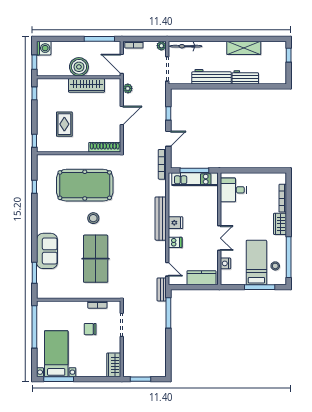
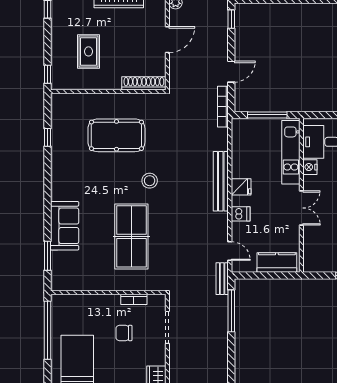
window: (168, 113) -> (231, 19), moved
kitchen unit: (195, 179) -> (291, 152), moved, turned 90
pool table: (85, 185) -> (116, 135), width x0.73, depth x0.76
stool: (93, 218) -> (150, 181), moved
nightstand: (226, 263) -> (310, 167), moved

